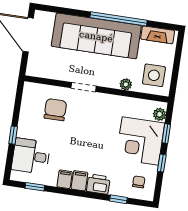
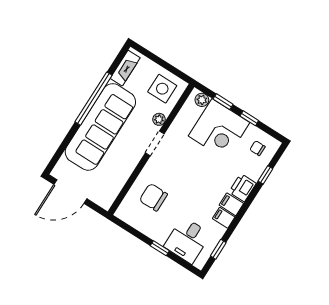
doorway: (84, 87) -> (155, 143), moved

